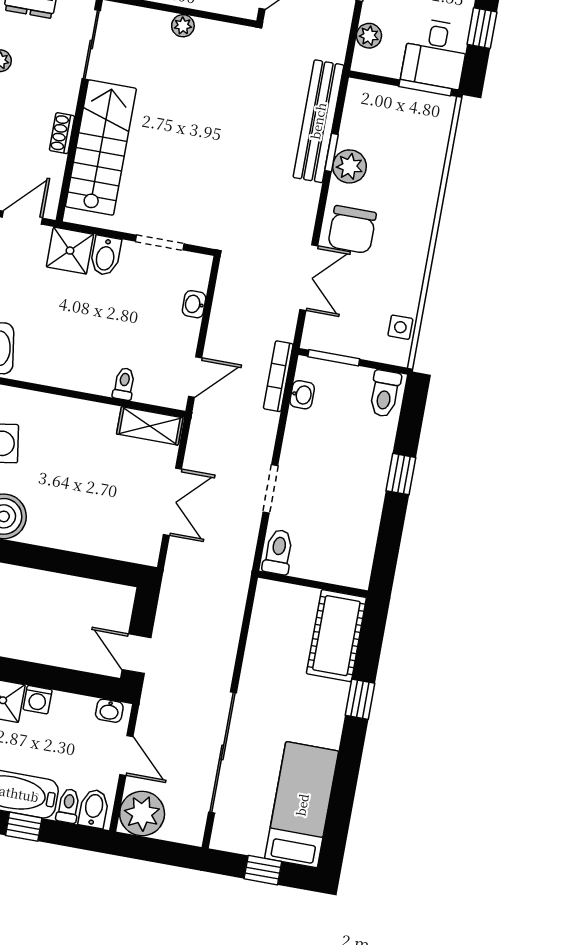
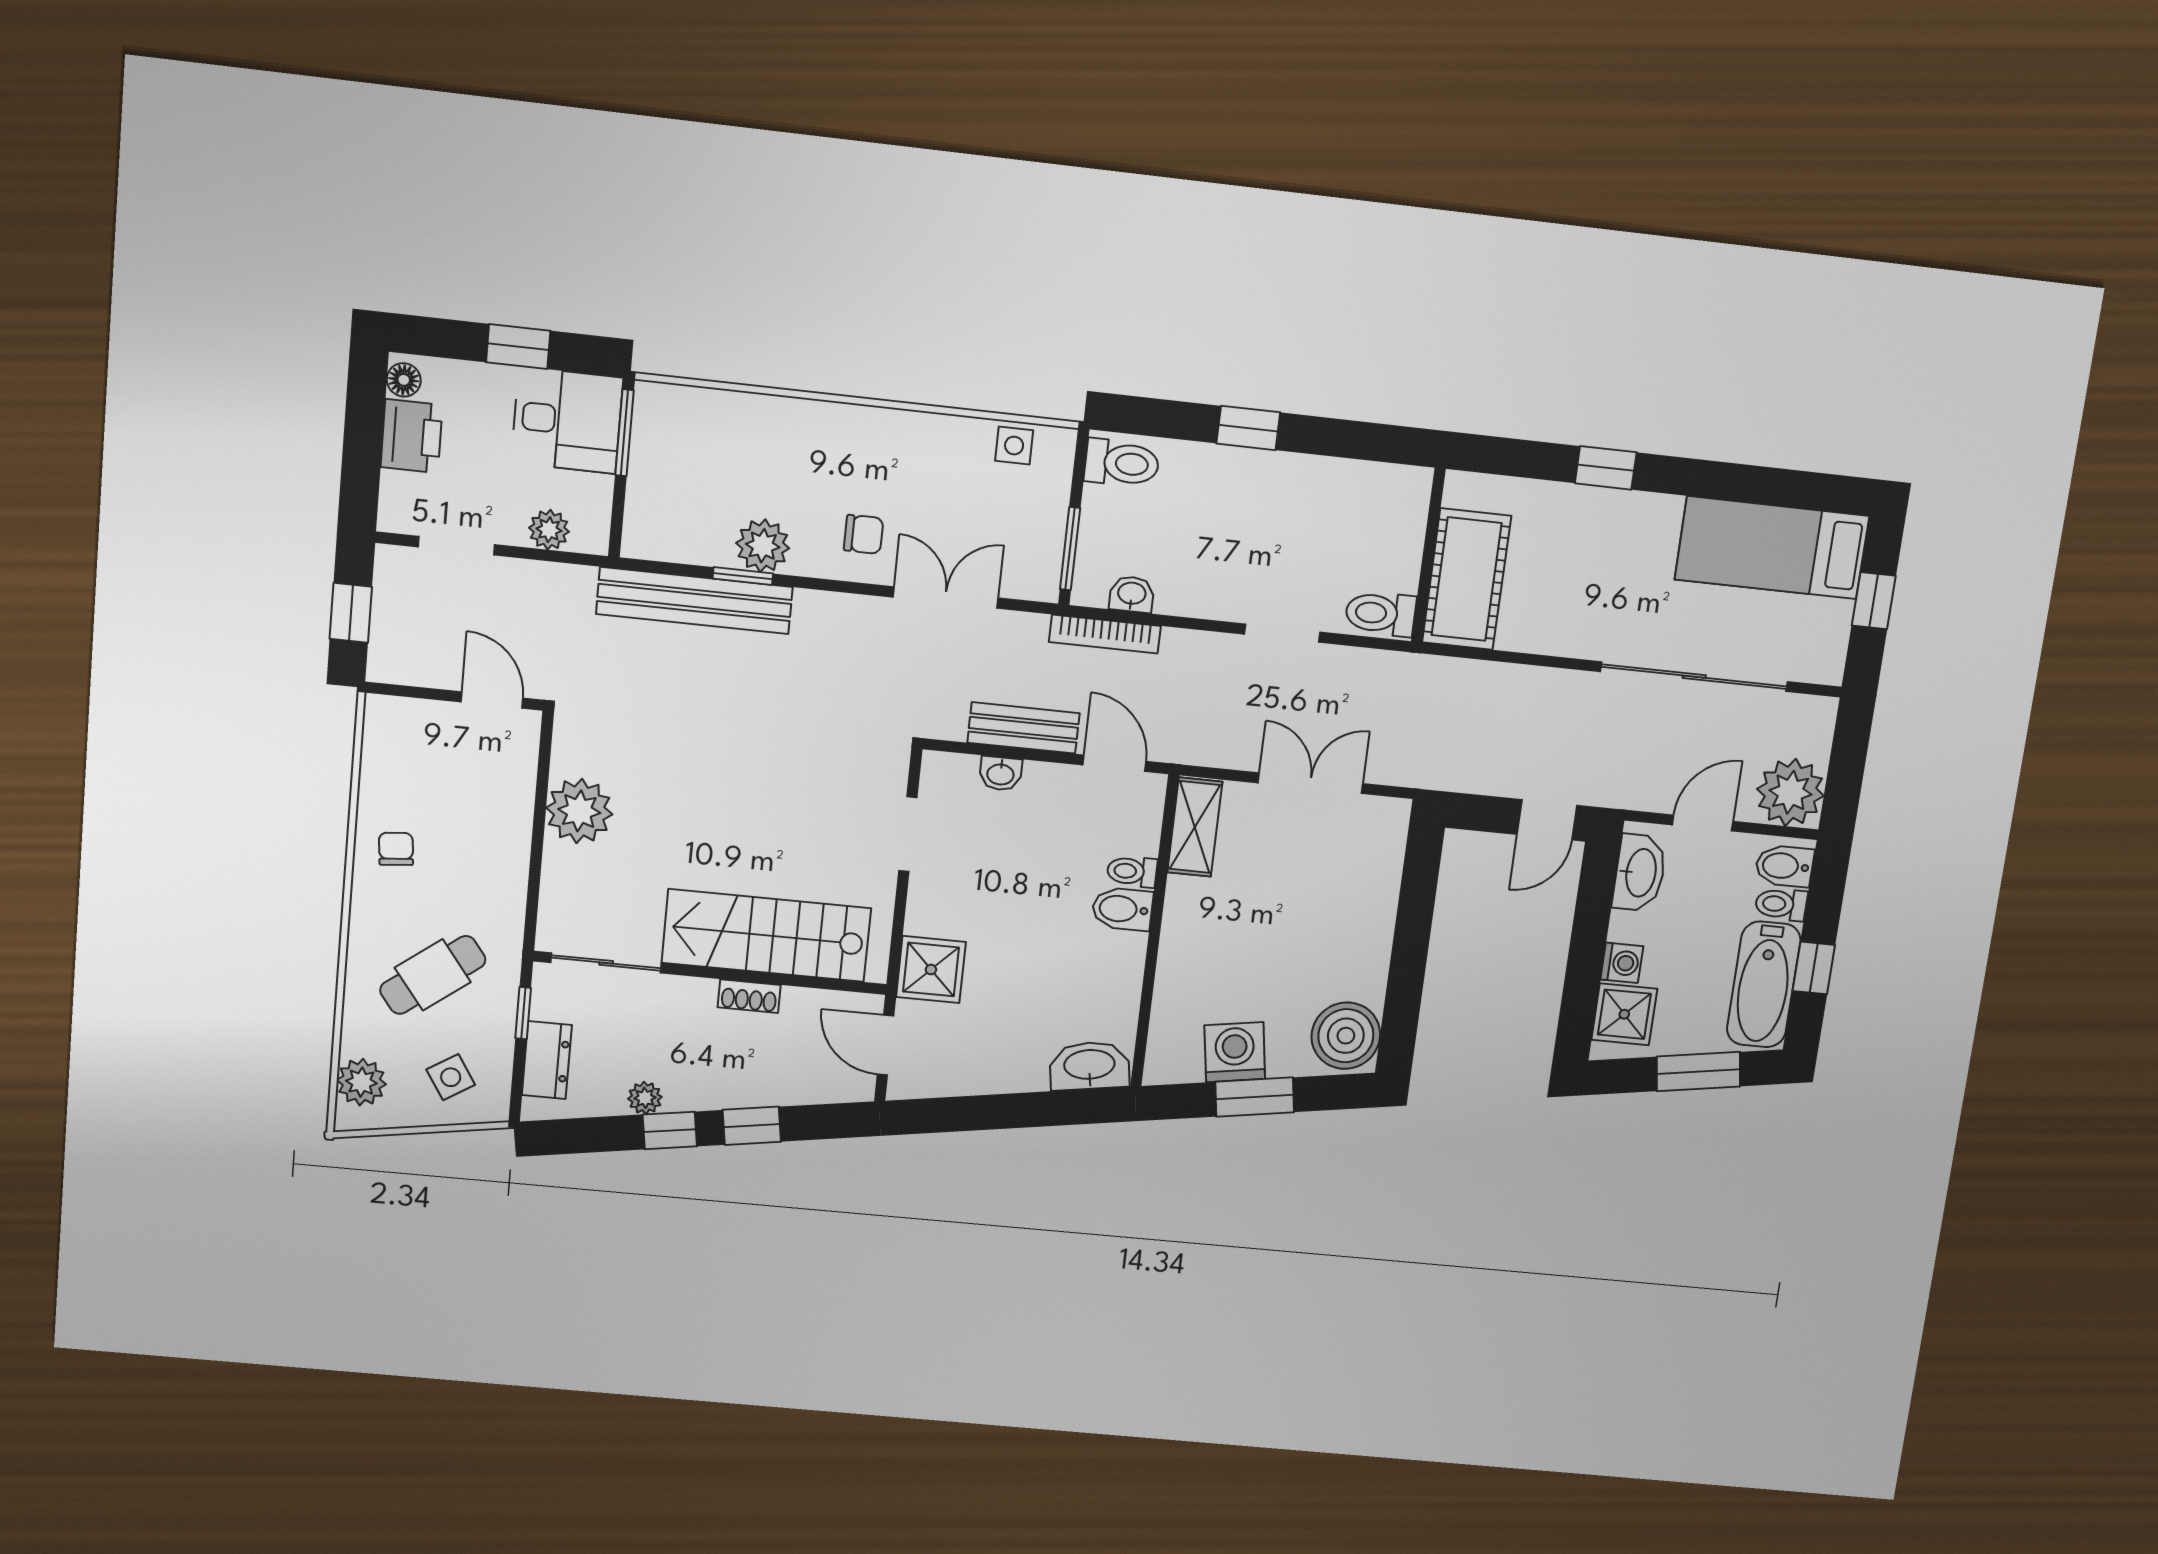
plant: (183, 26) -> (579, 811), width x1.87, depth x1.87
chair: (352, 230) -> (864, 534), width x0.54, depth x0.54
bidet: (106, 256) -> (1122, 909), moved, turned 180
bench: (222, 321) -> (1024, 728), added
cot: (336, 636) -> (1467, 579), moved, turned 90
washbasin: (109, 711) -> (1640, 873), width x1.91, depth x1.45

